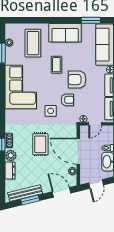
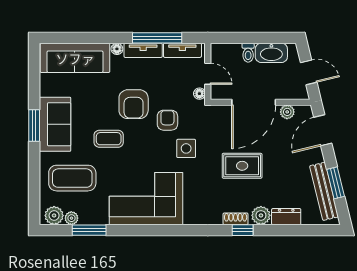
window: (91, 20) -> (34, 125), moved
plant: (11, 32) -> (54, 215), added

